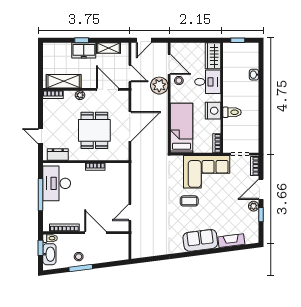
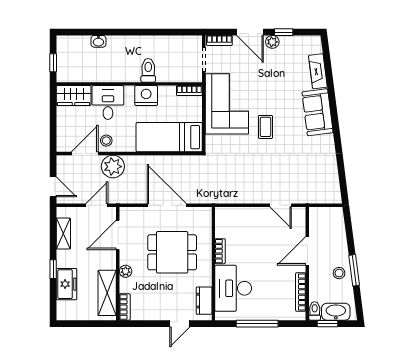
freezer: (84, 50) -> (67, 284), moved
desk: (57, 183) -> (233, 288), moved, turned 90

